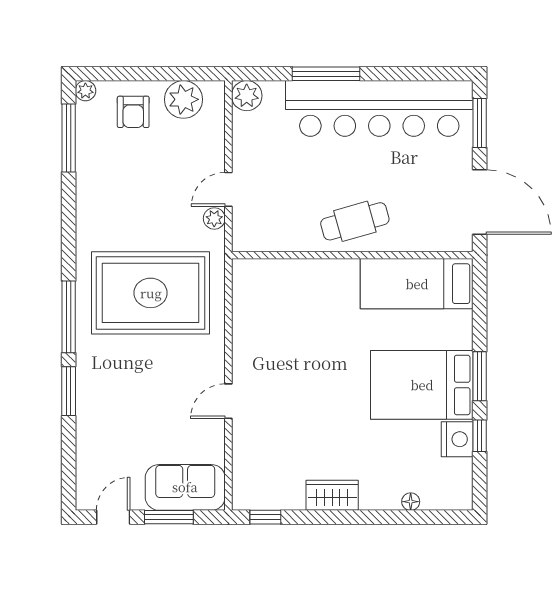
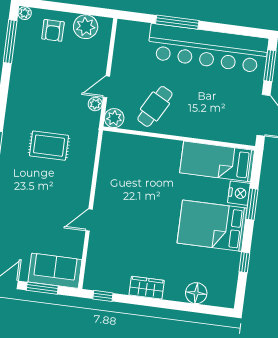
plant: (247, 96) -> (114, 118), moved
cafe table: (355, 221) -> (155, 106), moved, turned -45
rug: (151, 293) -> (49, 146), width x0.54, depth x0.49
window: (480, 376) -> (252, 204), moved
nightstand: (457, 439) -> (239, 193), moved
floor lamp: (411, 502) -> (196, 293), width x1.89, depth x1.89

